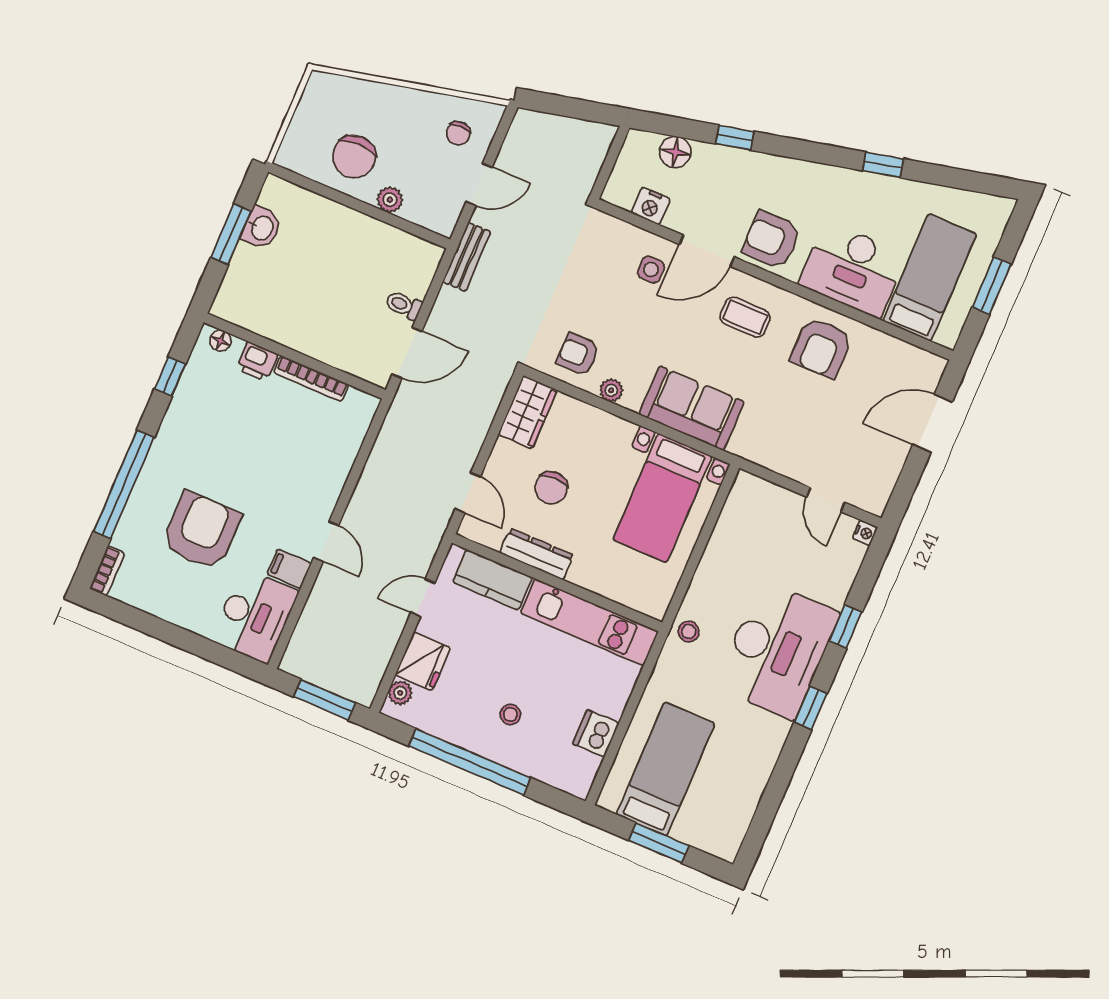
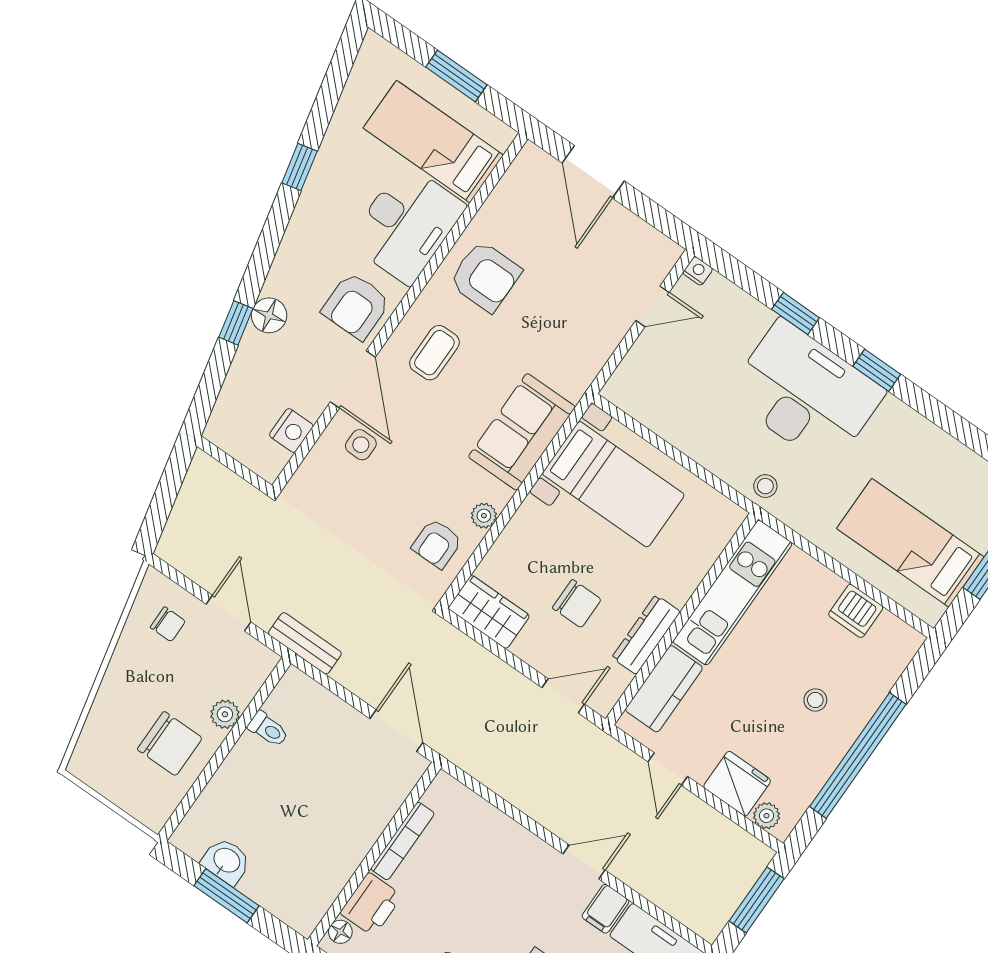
floor lamp: (675, 152) -> (269, 315), moved
toilet: (404, 305) -> (268, 729), moved, turned -90
printer: (257, 362) -> (371, 904), width x1.36, depth x1.24

